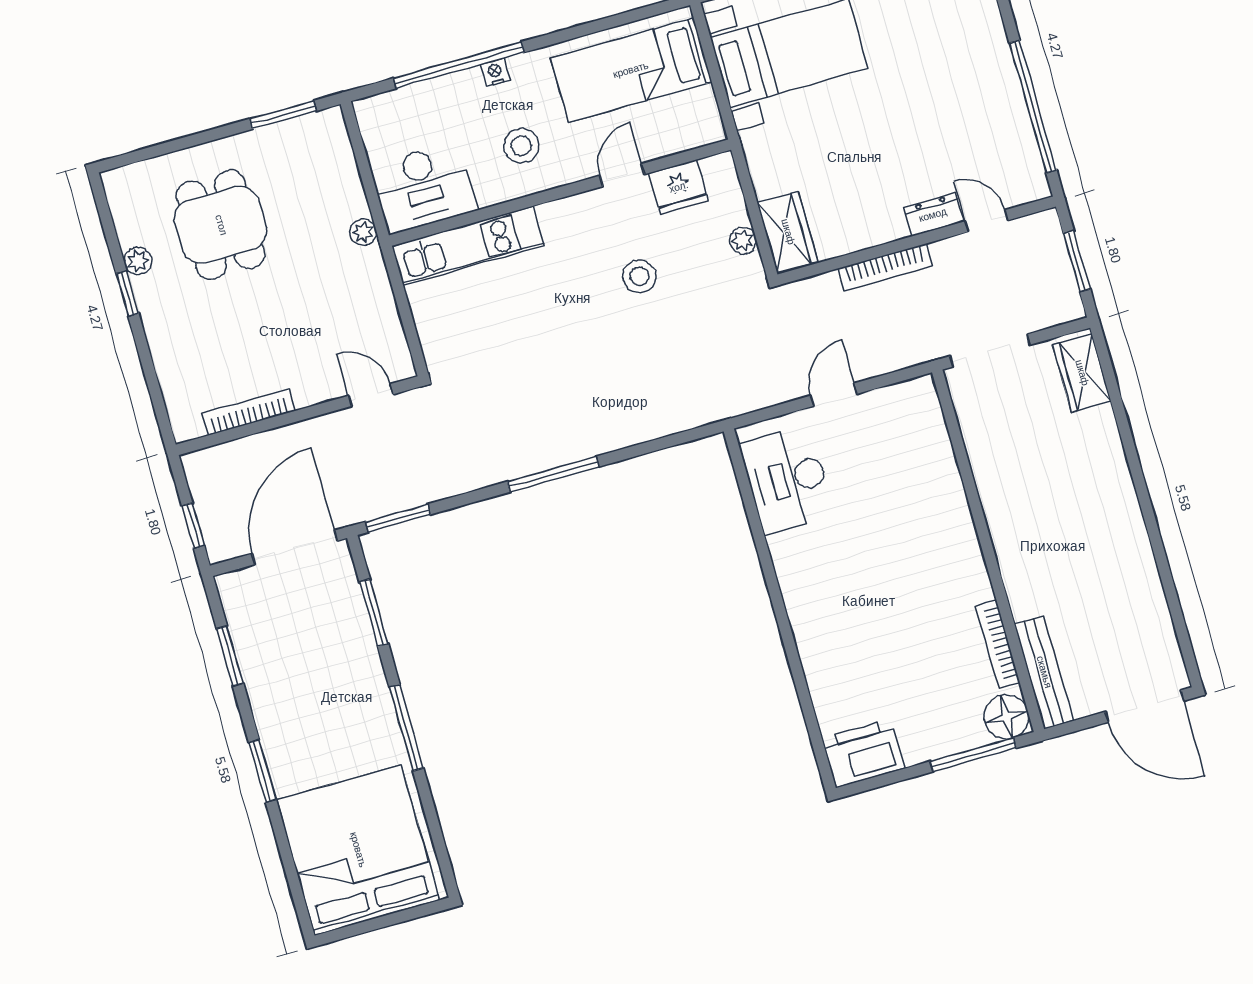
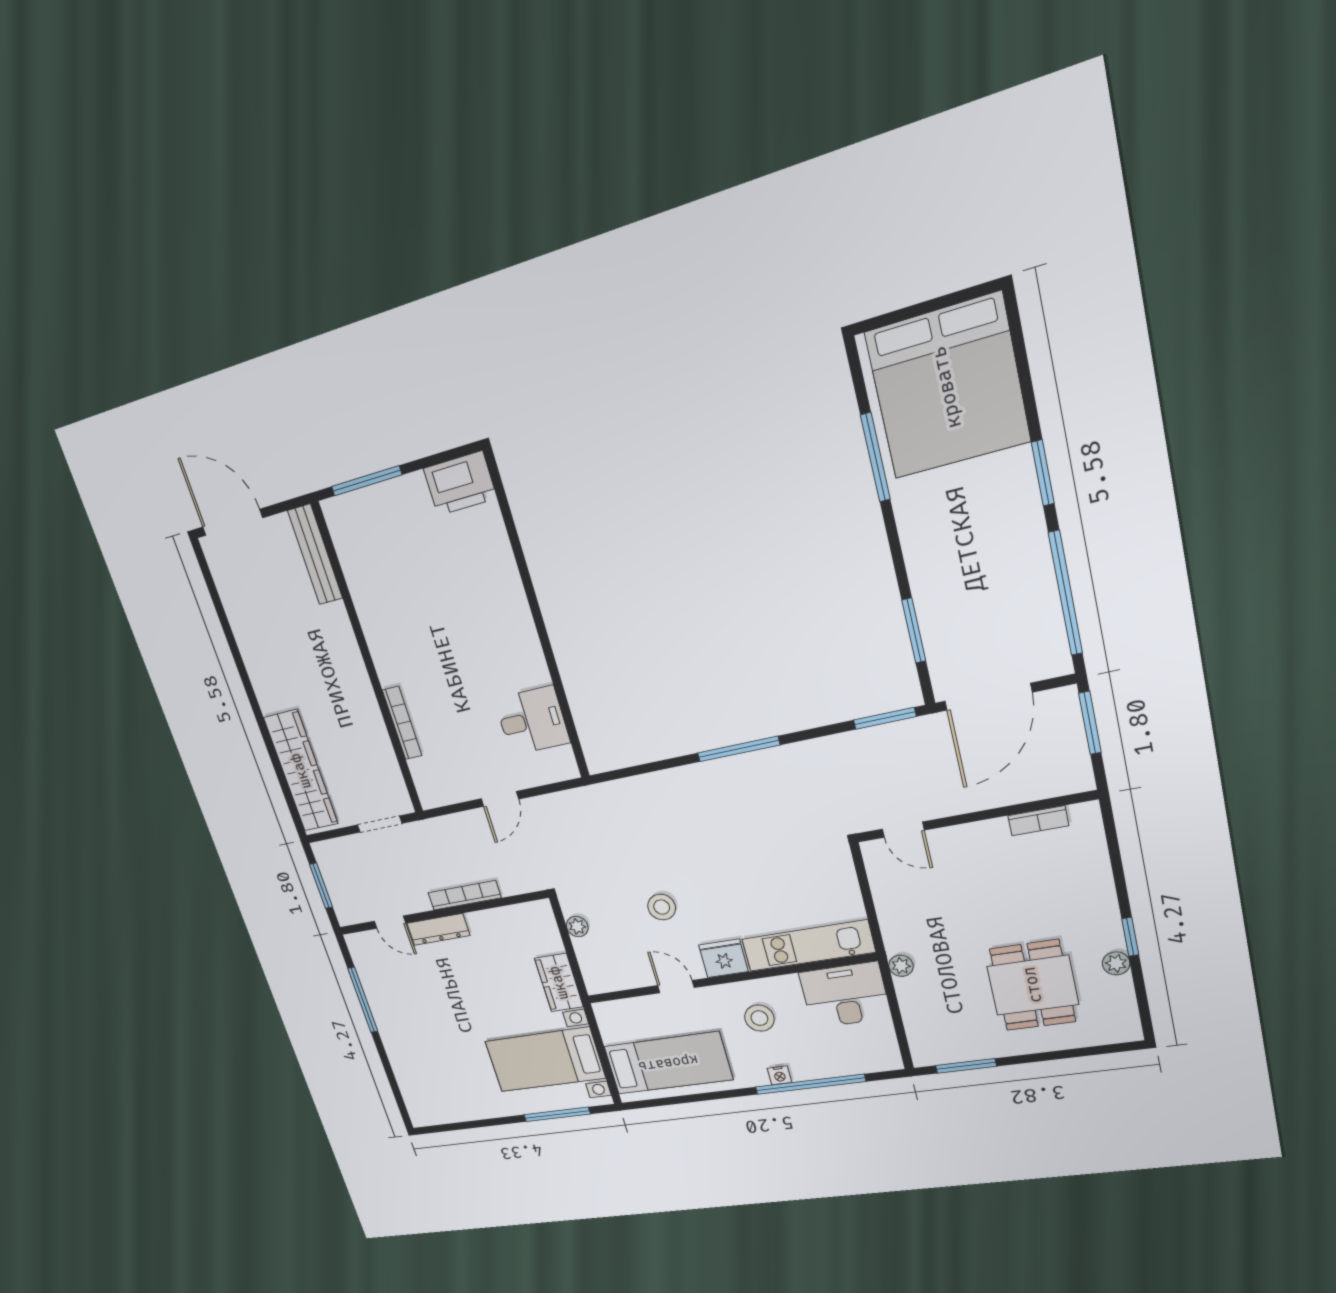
window: (1033, 107) -> (363, 1000), width x0.68
door: (622, 175) -> (676, 987), swing flipped
fridge: (679, 187) -> (723, 958), moved
dresser: (933, 215) -> (438, 929), width x1.44
wardrobe: (788, 232) -> (559, 983), moved
doorway: (990, 350) -> (380, 824), width x0.73
wardrobe: (1082, 373) -> (301, 771), width x2.10, depth x1.17
bookcase: (249, 412) -> (1038, 821), width x0.64
desk: (787, 480) -> (532, 721), width x0.73
window: (193, 526) -> (1090, 723), width x1.50
bookcase: (998, 644) -> (402, 723), moved
window: (230, 656) -> (1066, 593), width x2.11
floor lamp: (1007, 717) -> (342, 515), removed
window: (406, 728) -> (875, 457), moved

